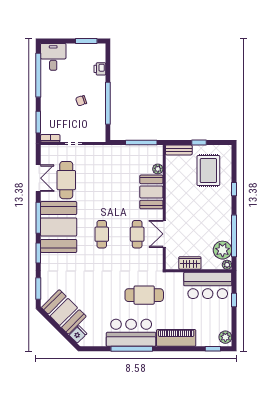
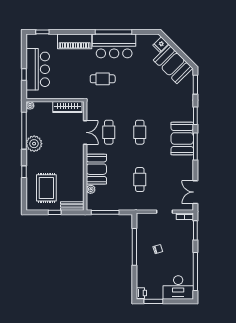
desk: (53, 57) -> (178, 287), width x1.37
printer: (100, 69) -> (141, 293), moved
double door: (38, 178) -> (195, 192), moved
cafe table: (66, 180) -> (140, 180), moved, width x0.73, depth x0.74
booth: (59, 227) -> (182, 138), width x0.73, depth x0.70
plant: (223, 250) -> (34, 144), moved
wardrobe: (190, 263) -> (67, 107), width x1.50
bar counter: (208, 285) -> (38, 69), moved, turned 90
cafe table: (144, 295) -> (103, 79), width x0.73, depth x0.74
plant: (225, 337) -> (32, 42), removed

